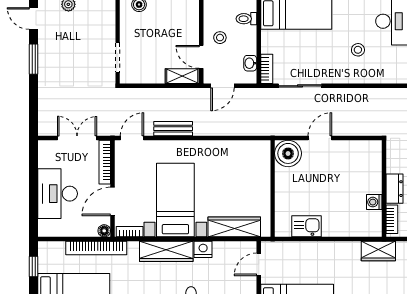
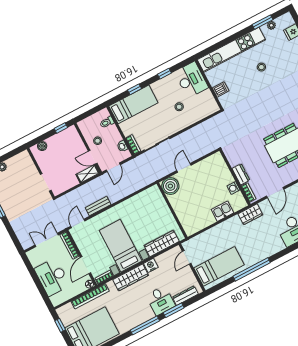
kitchen sink: (307, 226) -> (222, 211), moved

